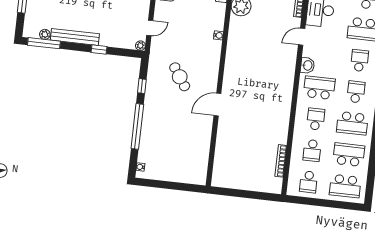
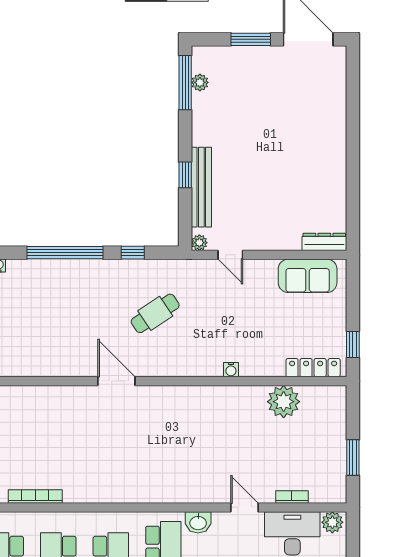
bench: (75, 37) -> (201, 187), moved

